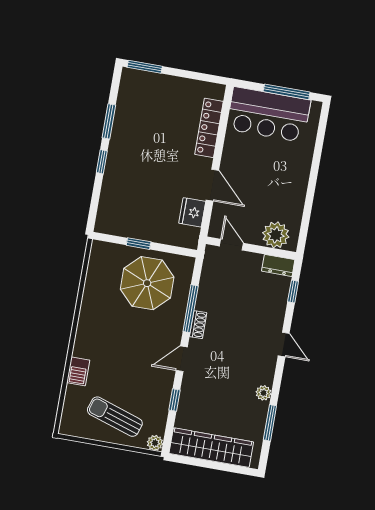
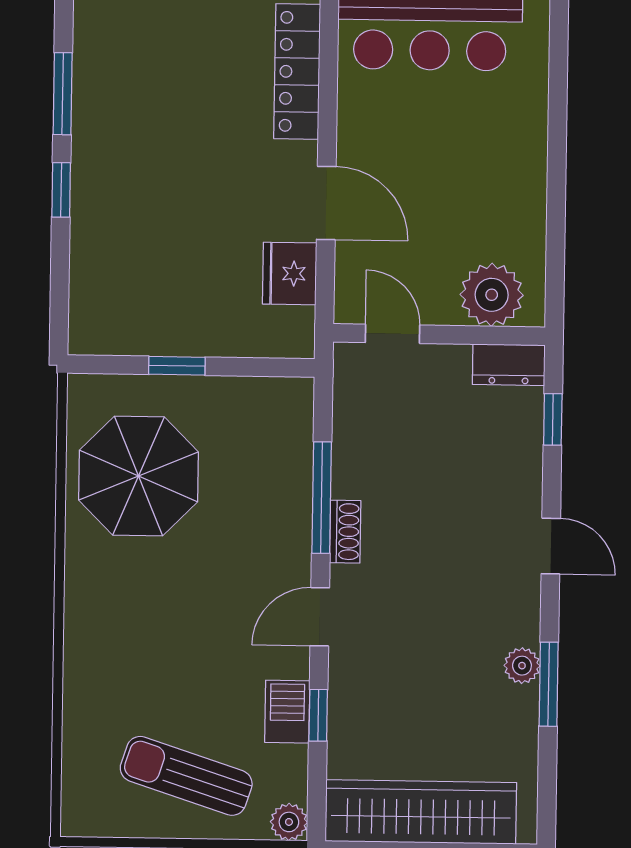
parasol: (147, 283) -> (139, 476), moved
barbecue: (78, 371) -> (287, 712), moved, turned 180
window: (270, 423) -> (549, 684), moved

